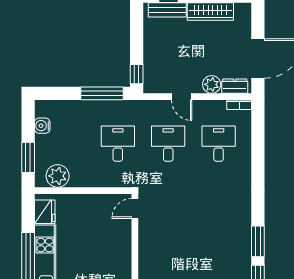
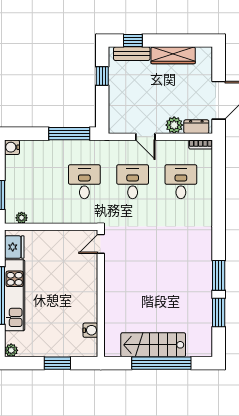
window: (137, 74) -> (102, 76), moved
water cooler: (42, 126) -> (12, 147), moved
plant: (58, 176) -> (22, 218), width x0.53, depth x0.53

